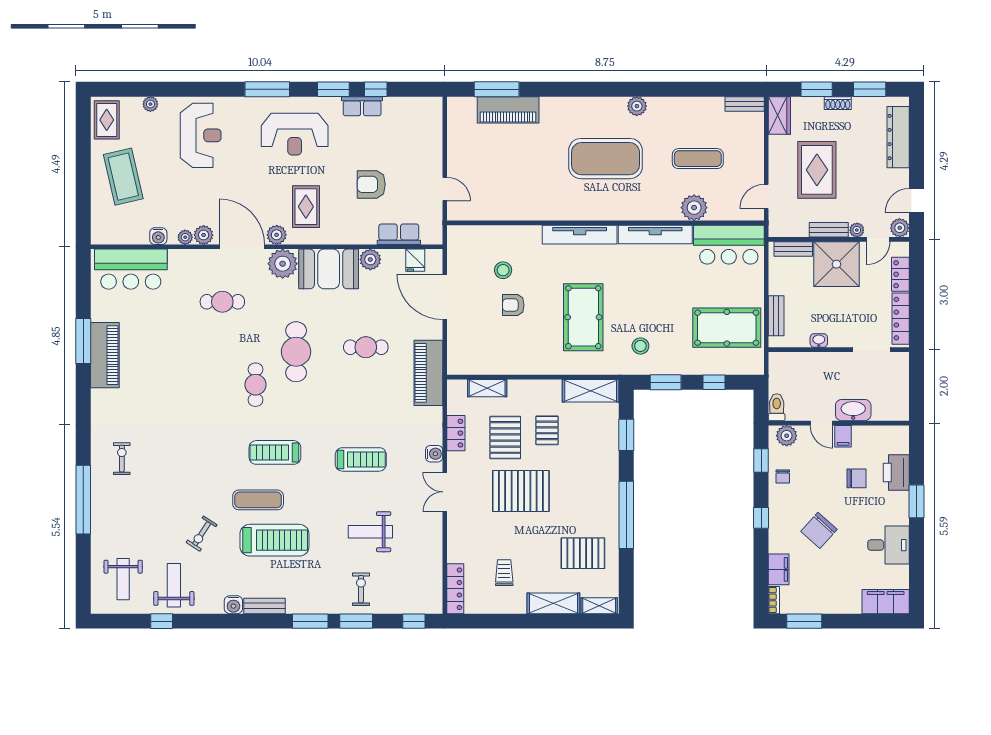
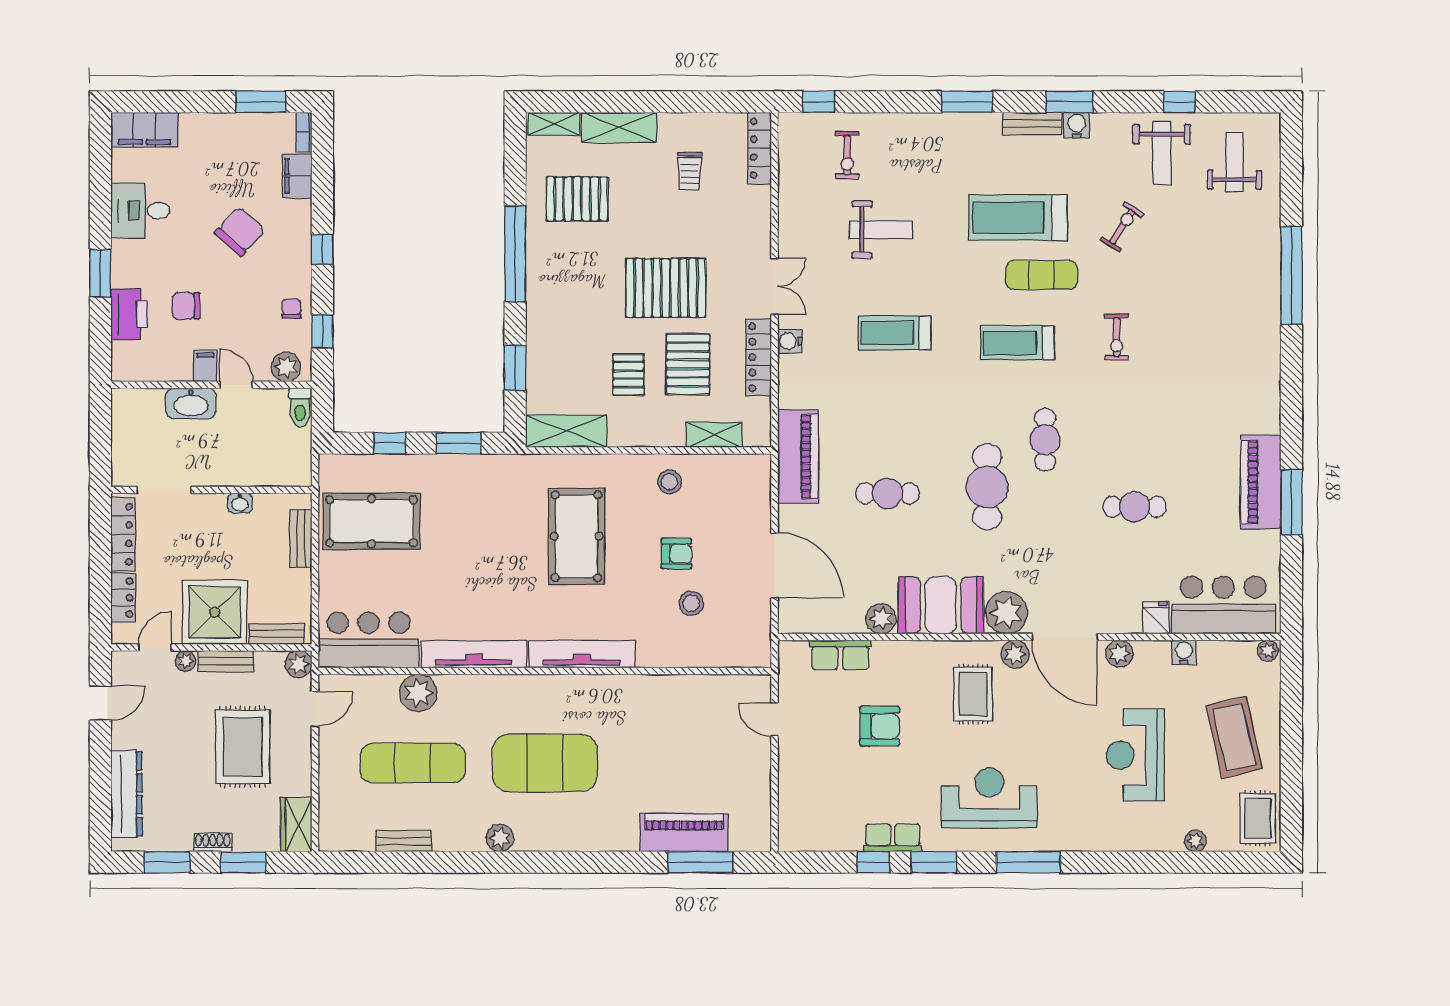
bench: (745, 104) -> (404, 841), moved
reception desk: (201, 135) -> (1135, 755), moved
exercise mat: (698, 159) -> (413, 763), width x1.36, depth x1.45
plant: (900, 228) -> (299, 664), moved
plant: (185, 237) -> (1268, 651), moved
fridge: (415, 260) -> (1156, 618), moved
cafe table: (222, 302) -> (1134, 507), moved
stool: (640, 346) -> (670, 482), moved
locker: (456, 433) -> (759, 357), width x1.53
treadmill: (275, 452) -> (1017, 343), turned 180
exercise bike: (122, 459) -> (1117, 337), moved
exercise bike: (361, 589) -> (847, 155), moved
window: (356, 621) -> (1069, 102), moved

